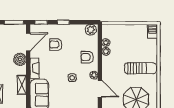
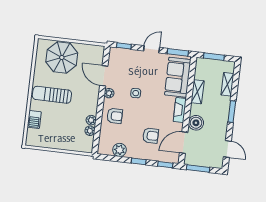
plant: (91, 30) -> (120, 150), moved
barbecue: (153, 31) -> (34, 119), moved

